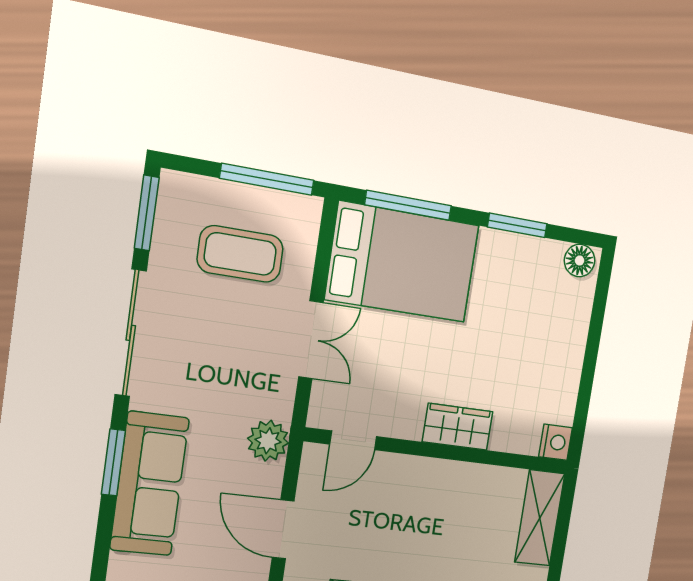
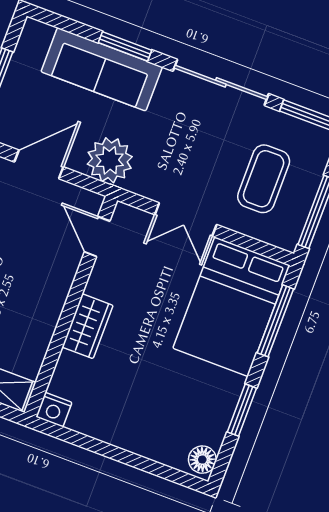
plant: (268, 441) -> (110, 160), width x1.36, depth x1.36

